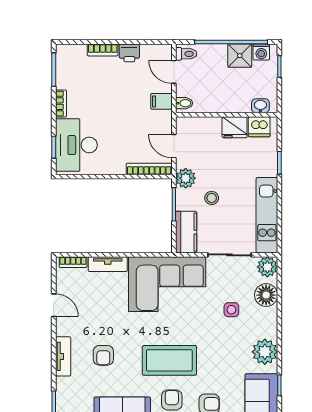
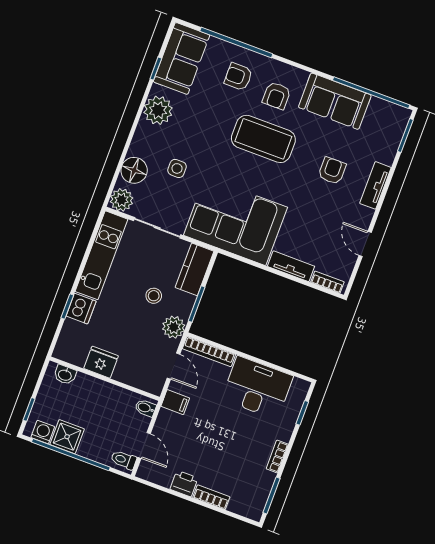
filing cabinet: (161, 101) -> (175, 402), moved
dishwasher: (259, 127) -> (81, 309), moved, turned 90
desk: (76, 145) -> (257, 388), moved, turned -90

